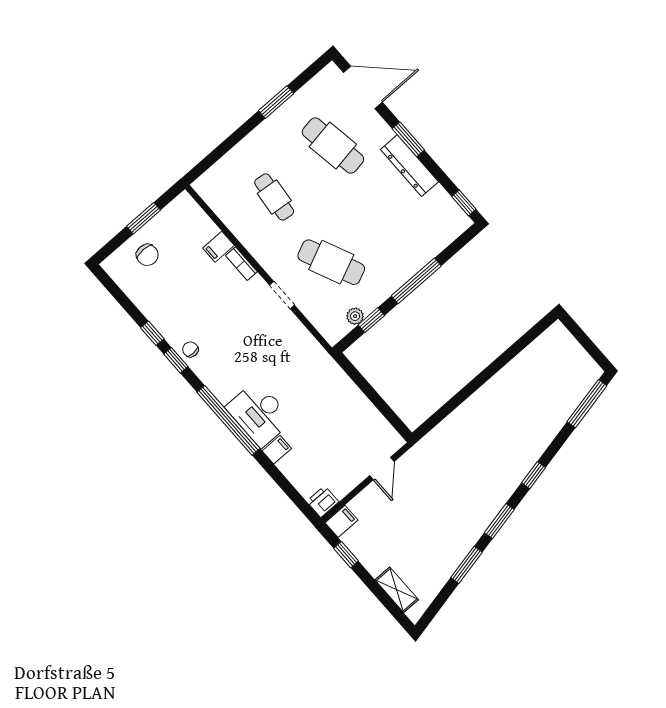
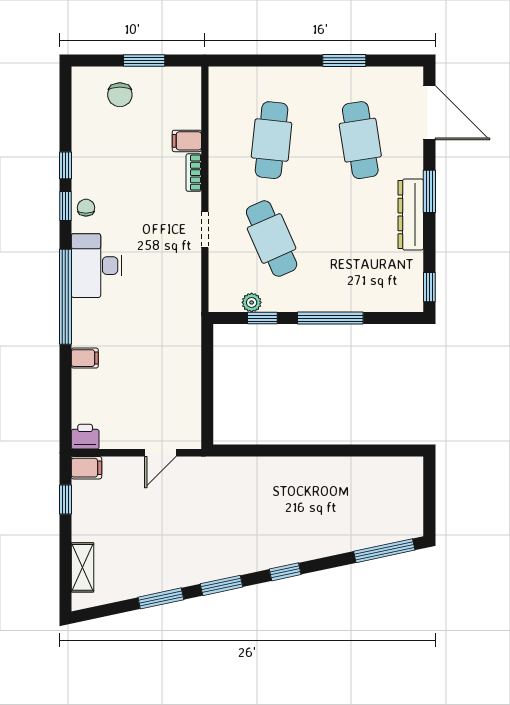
cafe table: (274, 197) -> (272, 140), width x1.37, depth x1.35
desk: (259, 414) -> (96, 266), moved

